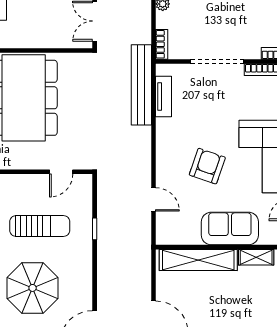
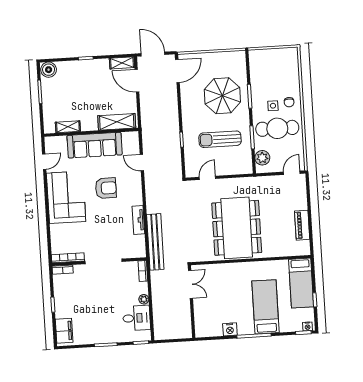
tv unit: (163, 97) -> (138, 220), moved
armchair: (207, 166) -> (106, 188), turned -109
sofa: (230, 229) -> (95, 145), width x1.36
shelving: (198, 260) -> (117, 122), width x0.68

